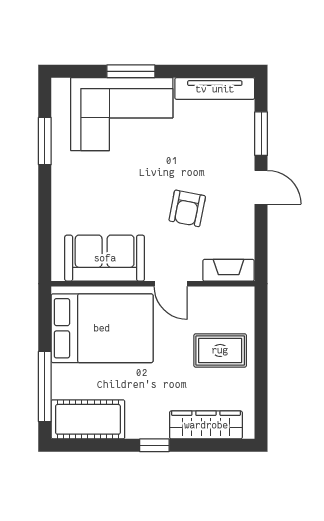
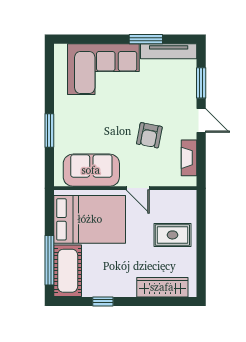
window: (131, 71) -> (146, 39), moved
window: (45, 141) -> (49, 130), moved
fireplace: (229, 270) -> (189, 158), moved, turned -90
cot: (88, 419) -> (68, 271), moved, turned 90
window: (154, 445) -> (103, 301), moved

